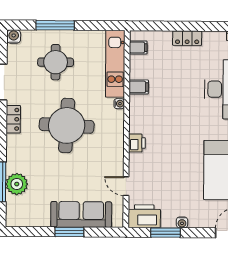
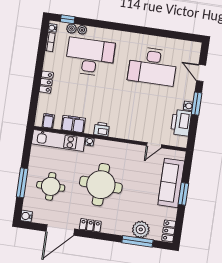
filing cabinet: (139, 87) -> (73, 124), width x2.00
printer: (137, 143) -> (102, 129), moved
printer: (144, 216) -> (181, 123), moved
locker: (20, 220) -> (169, 231), added
window: (165, 233) -> (197, 104), moved

